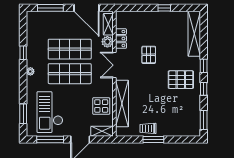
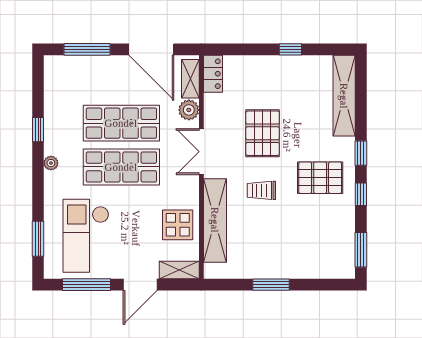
locker: (121, 39) -> (213, 74), moved
pallet: (149, 55) -> (263, 133), width x1.50, depth x1.42
trolley: (148, 128) -> (261, 190), moved

